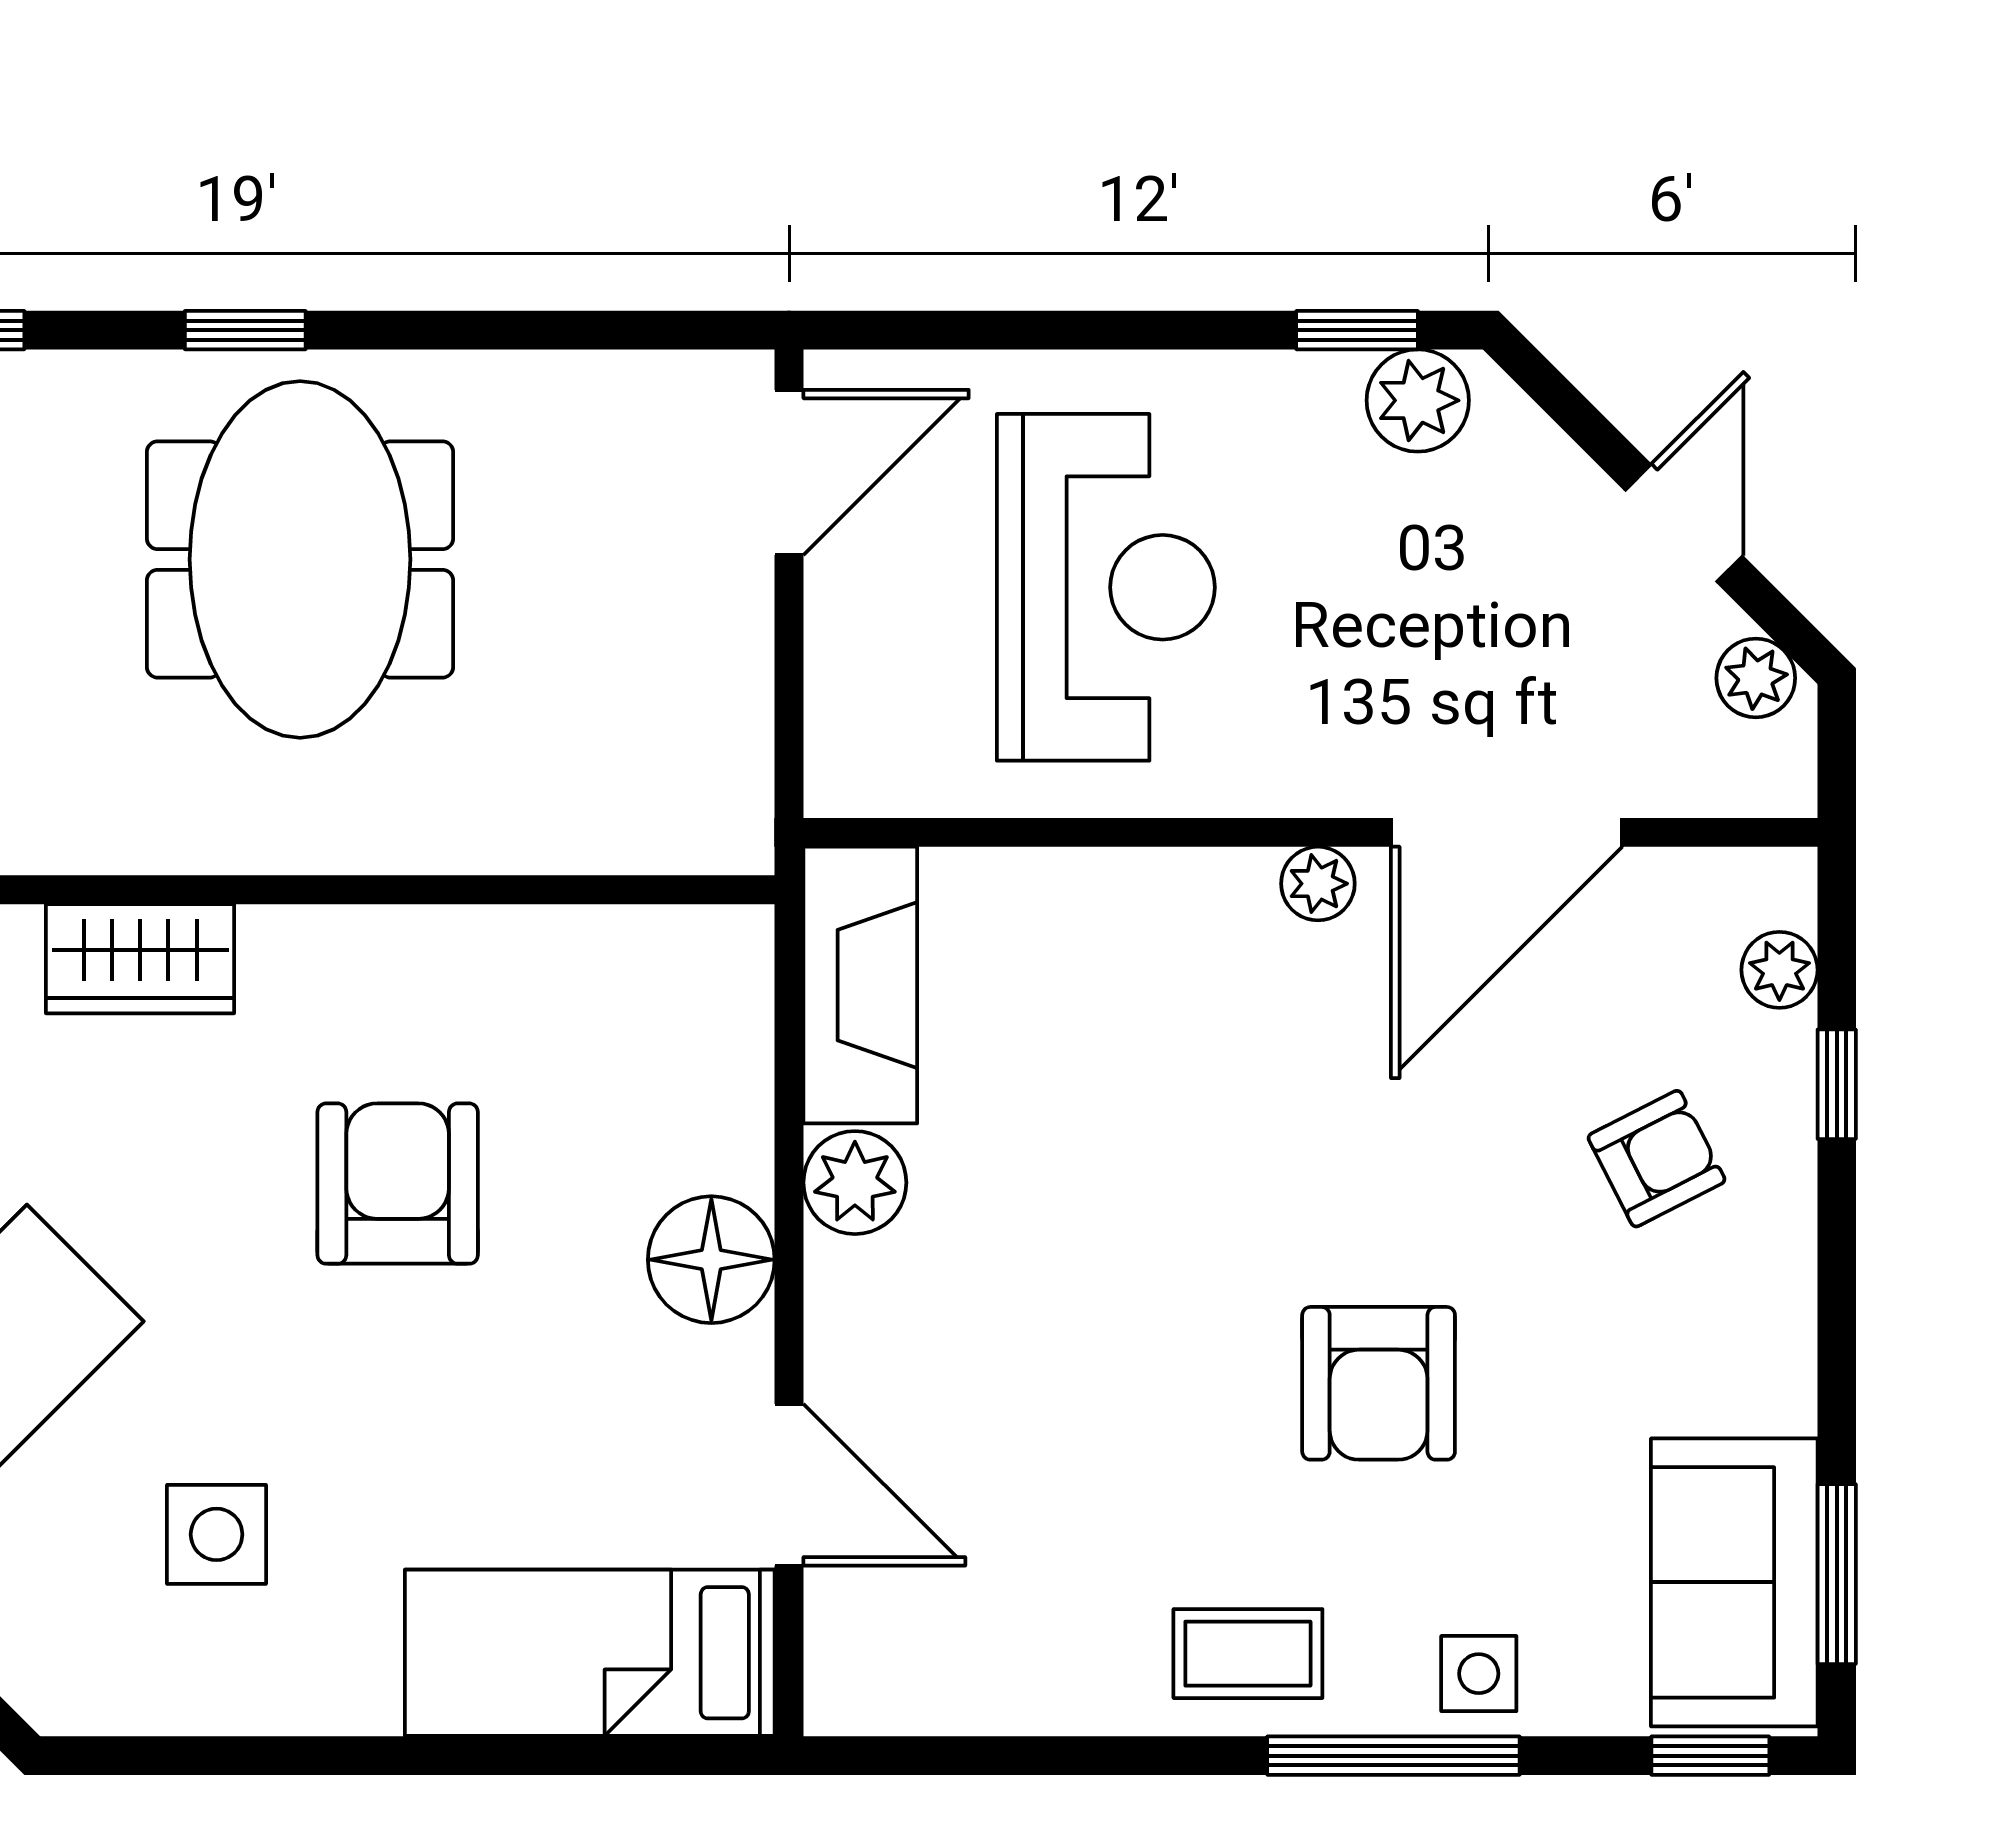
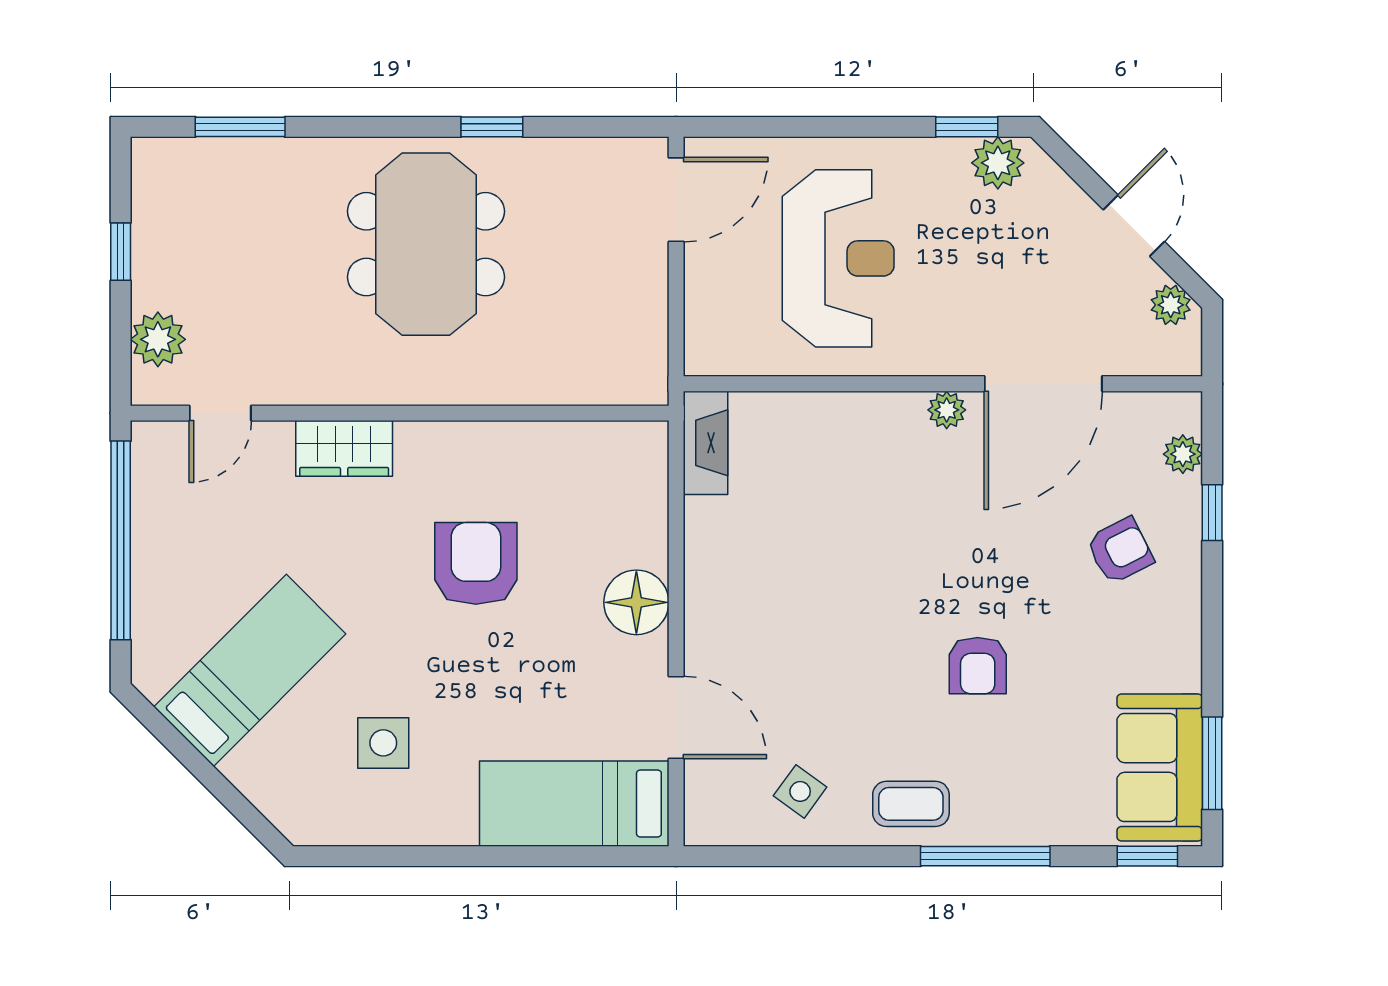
window: (245, 330) -> (492, 127), moved
fireplace: (860, 985) -> (706, 443), width x0.73, depth x0.76
plant: (855, 1183) -> (710, 563), removed
armchair: (1379, 1383) -> (978, 666), width x0.72, depth x0.72
side table: (1479, 1674) -> (800, 791), moved, turned 36

